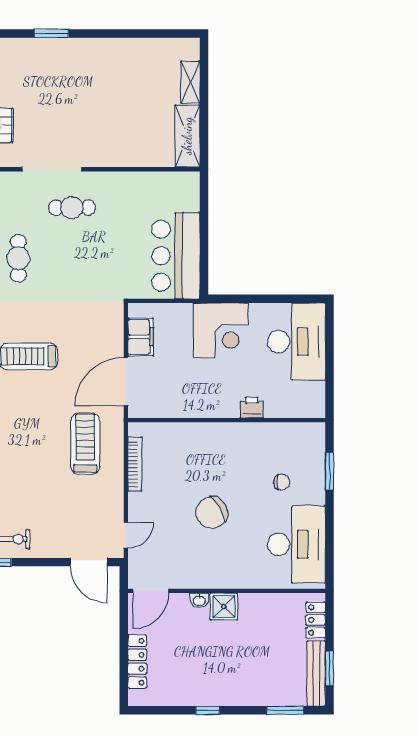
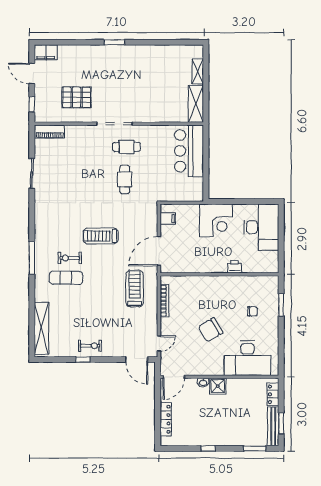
bar counter: (176, 256) -> (189, 151), moved
cafe table: (18, 258) -> (125, 179), moved
filing cabinet: (141, 337) -> (168, 219), width x0.50
desk: (296, 544) -> (247, 358), moved, turned 90

